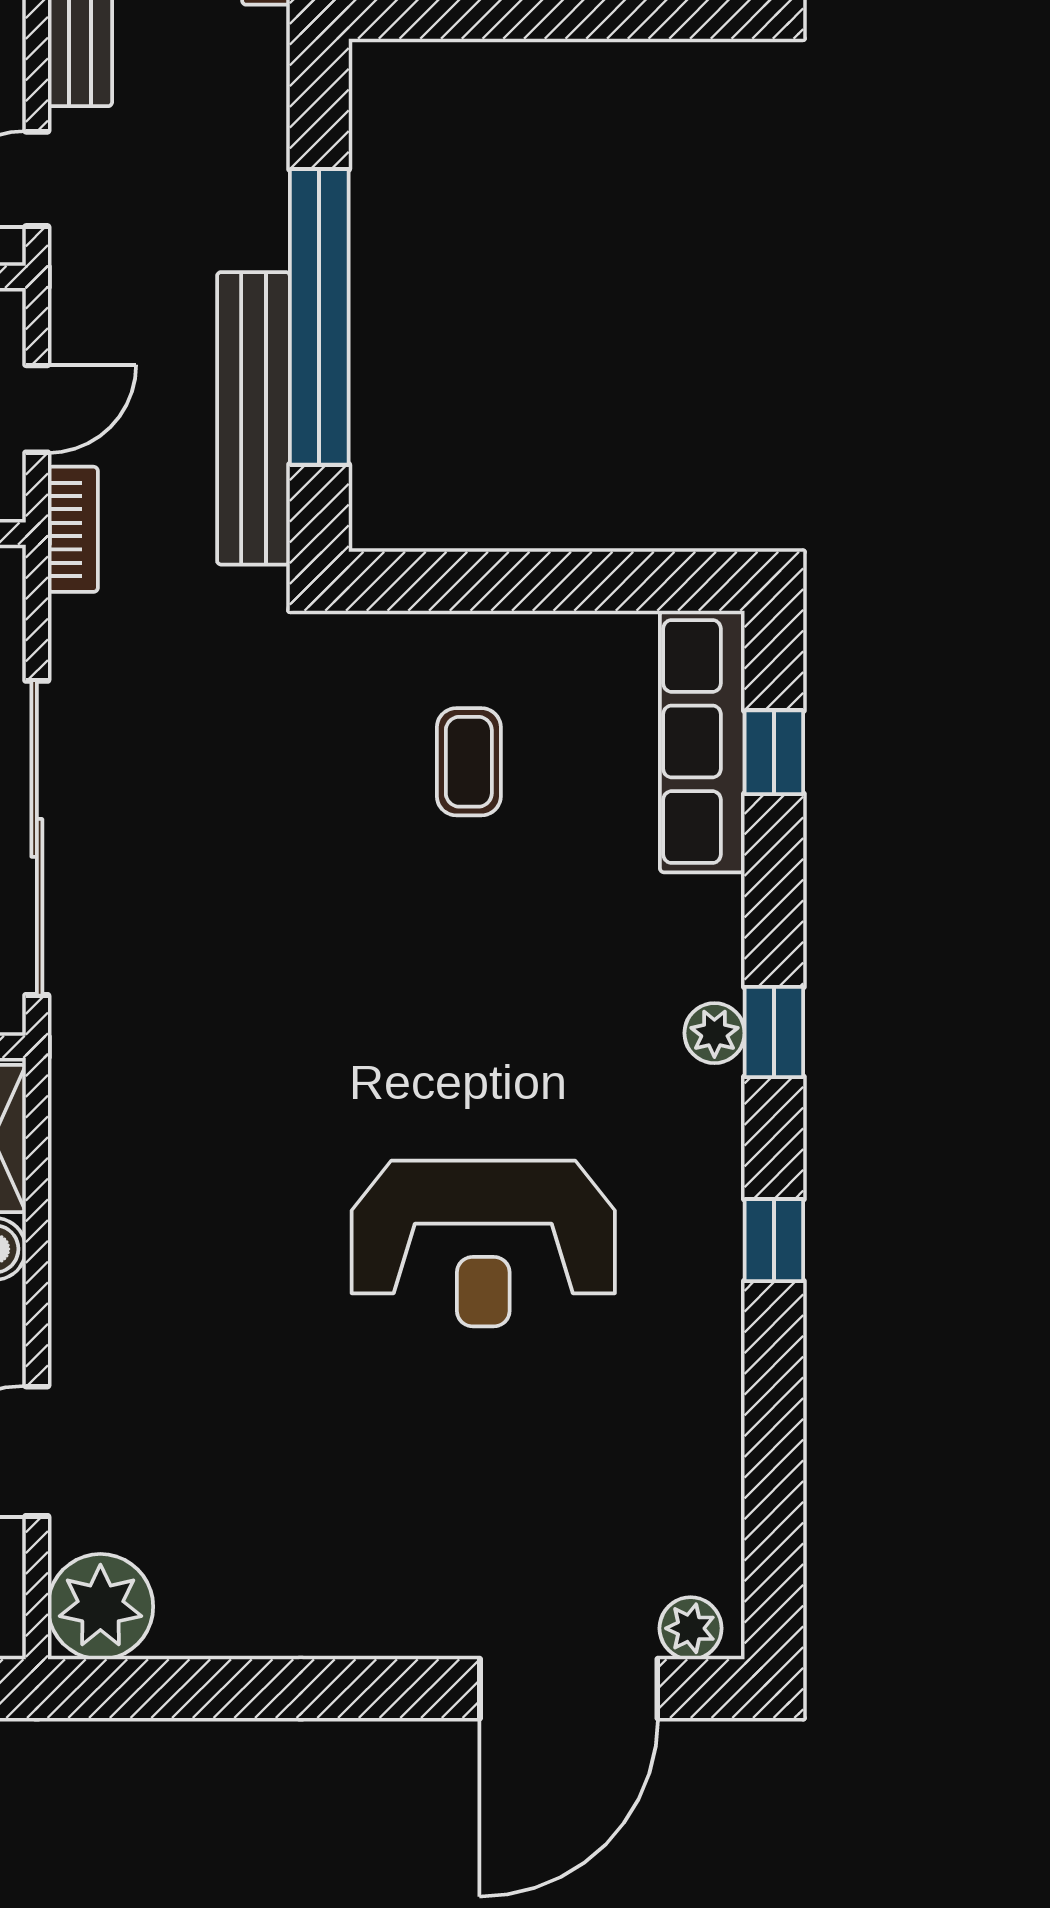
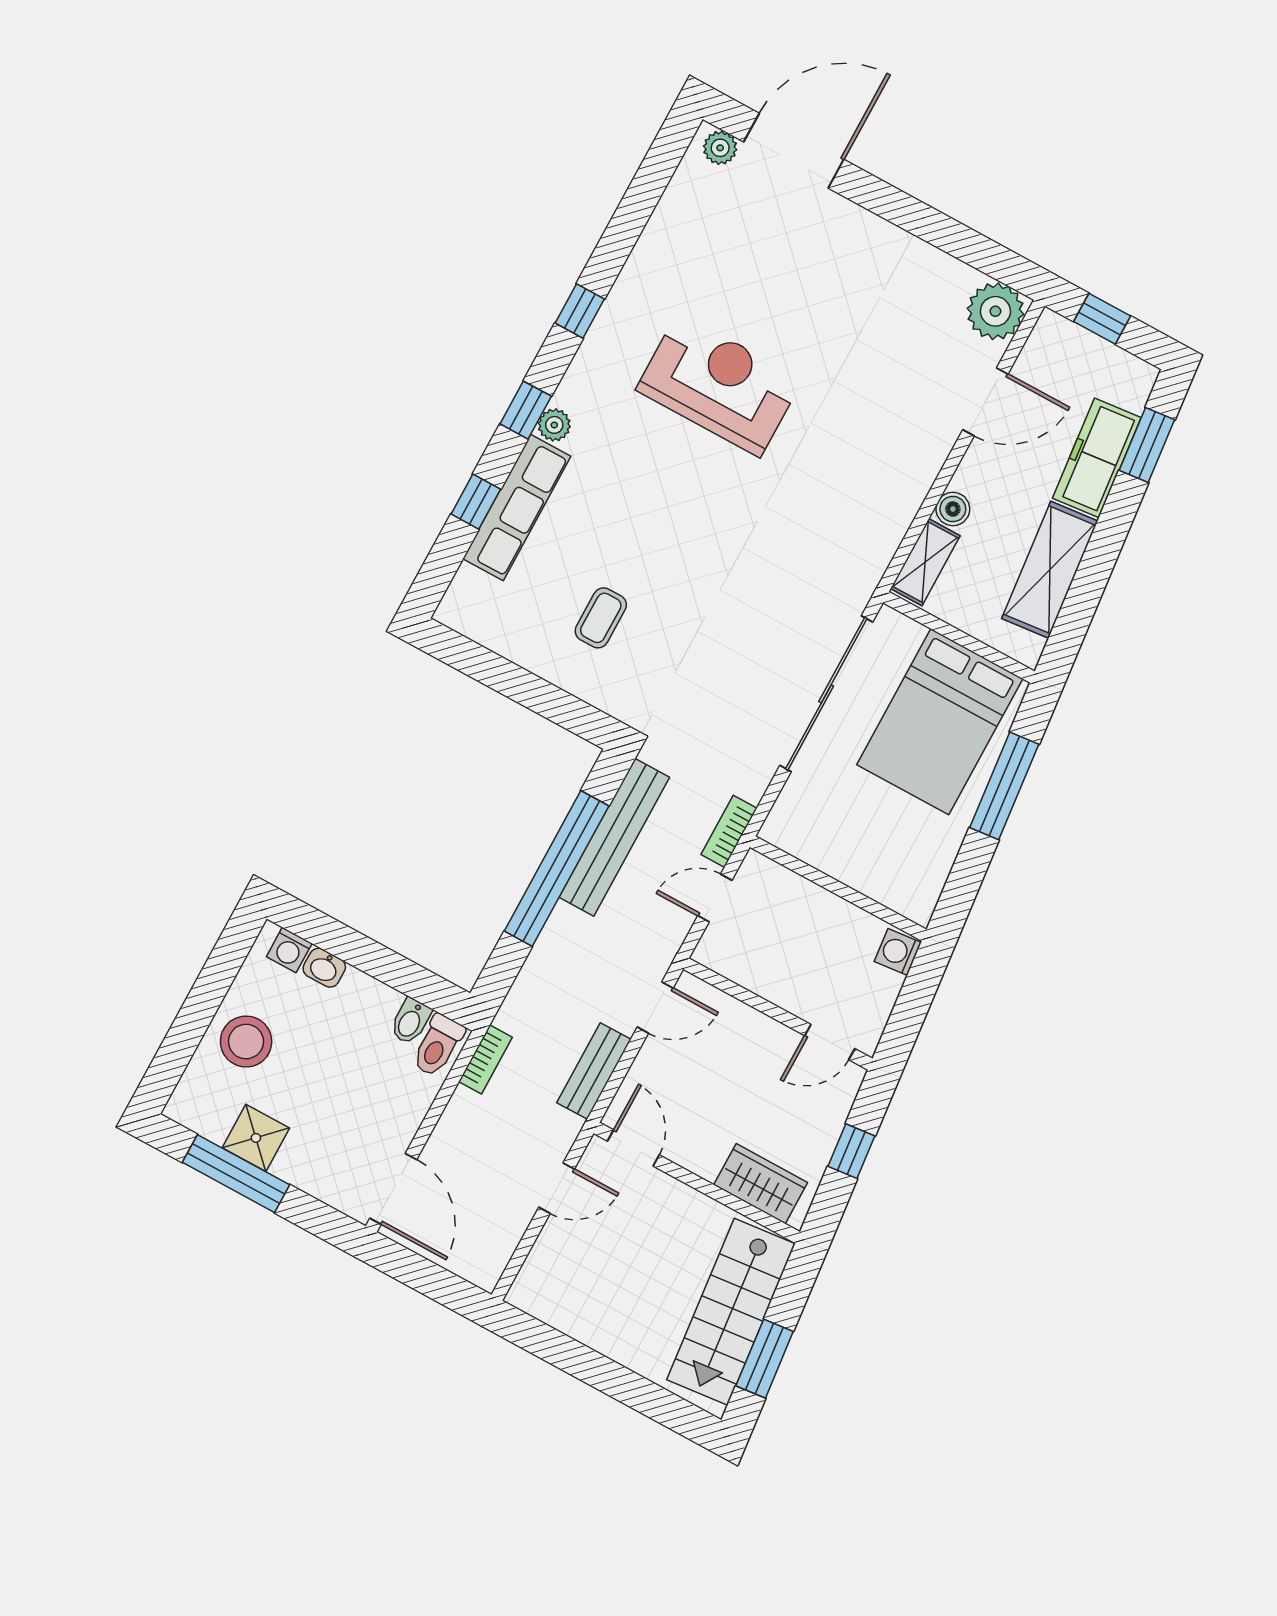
row of seats: (702, 741) -> (517, 508), moved
window: (774, 752) -> (476, 502), moved

